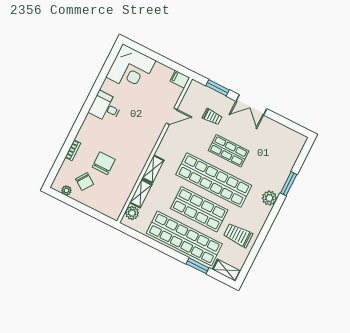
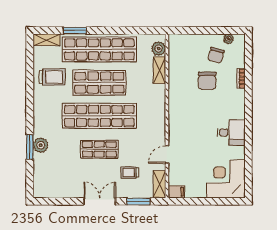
shelving: (153, 169) -> (160, 184), moved
chair: (85, 182) -> (216, 55), turned -110
plant: (269, 198) -> (41, 145), moved

